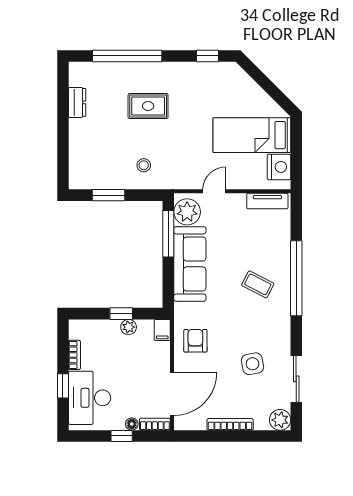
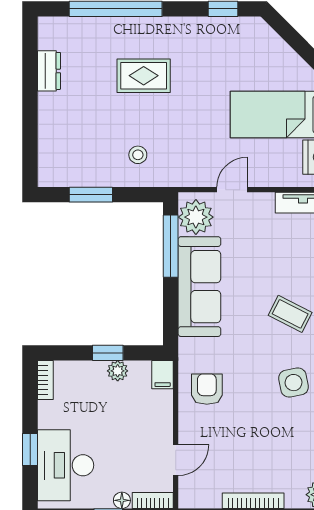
bookcase: (74, 355) -> (45, 380), moved
side table: (253, 364) -> (294, 383), moved
door: (172, 394) -> (176, 460), width x0.53

